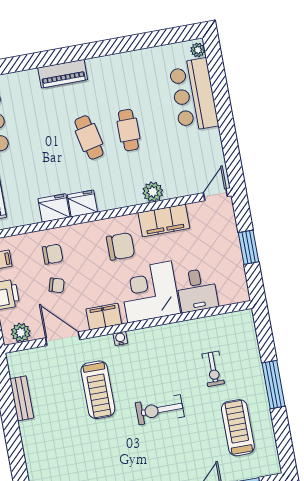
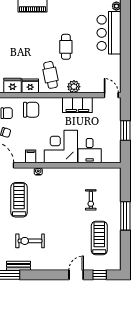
cafe table: (89, 137) -> (51, 75), moved
door: (215, 195) -> (111, 95), hinge flipped
chair: (121, 246) -> (31, 110), moved
filing cabinet: (104, 317) -> (31, 156), width x0.50
treadmill: (98, 390) -> (19, 200), turned 180
exercise bike: (160, 410) -> (30, 241), moved

